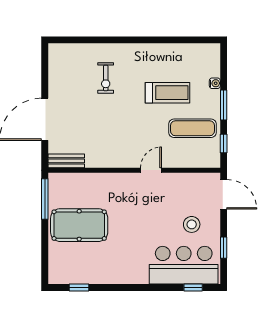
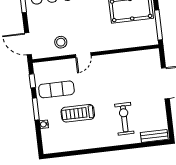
exercise bike: (106, 78) -> (124, 119), width x1.38, depth x1.39
bench: (66, 161) -> (154, 136), moved
stool: (192, 224) -> (61, 42), moved

